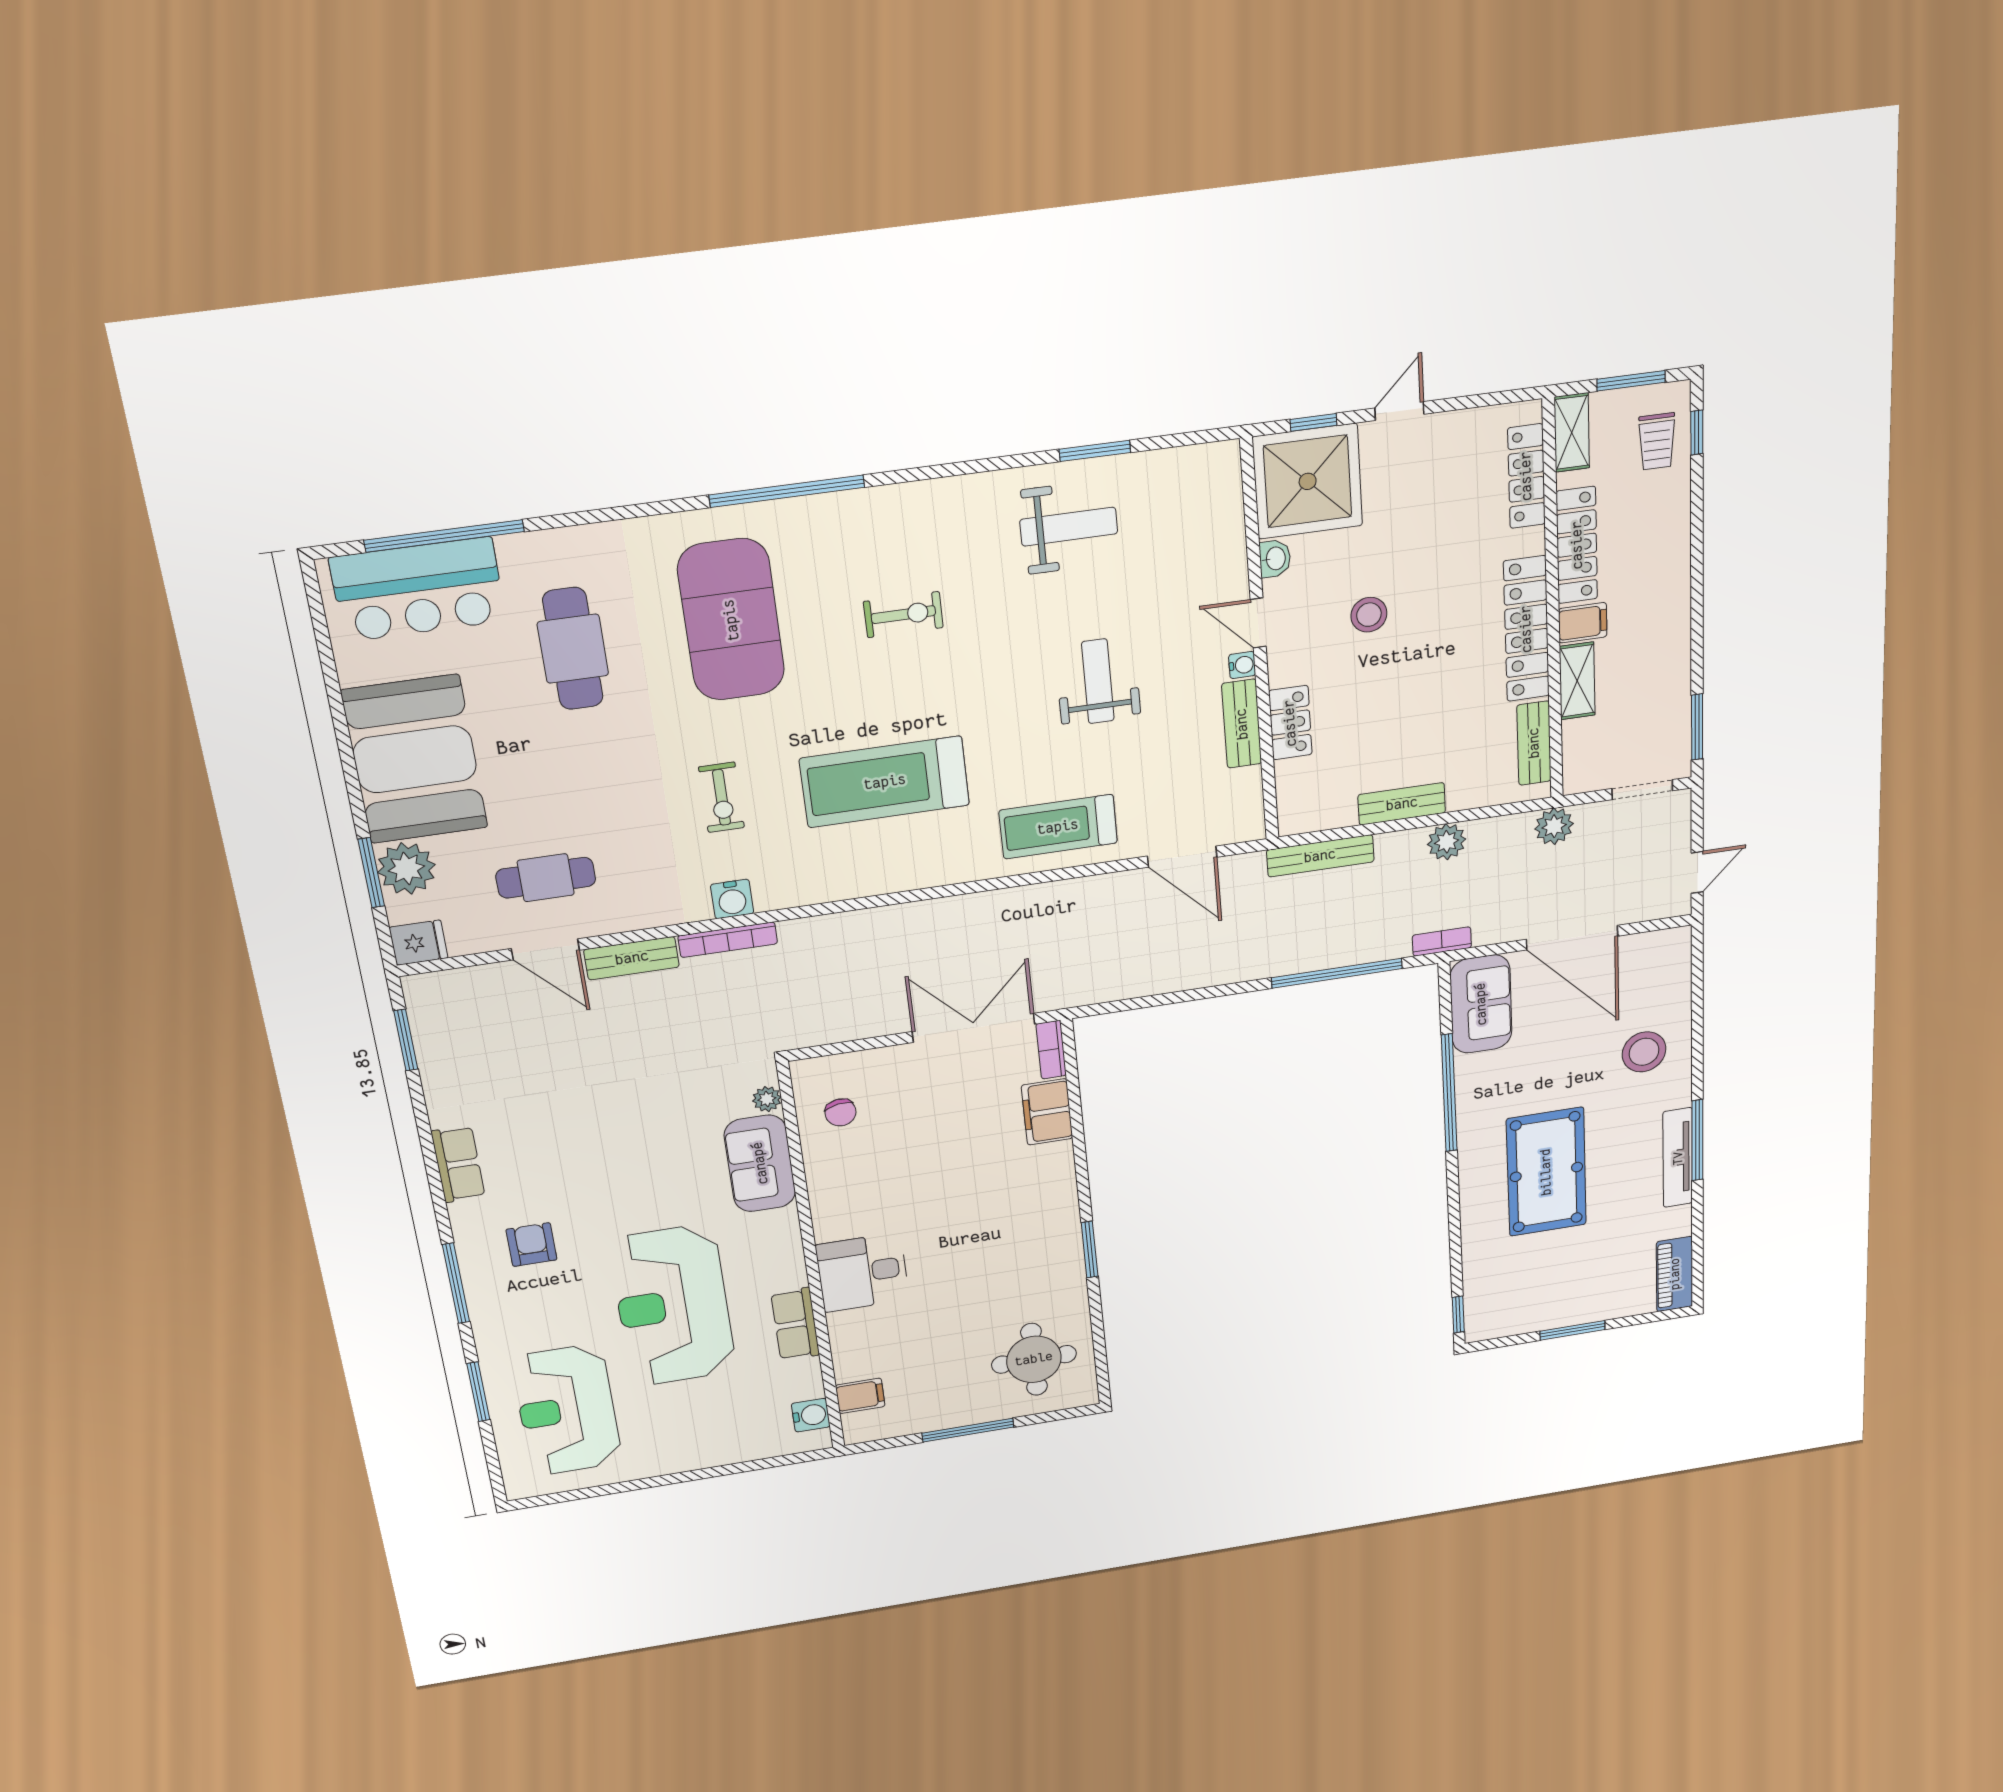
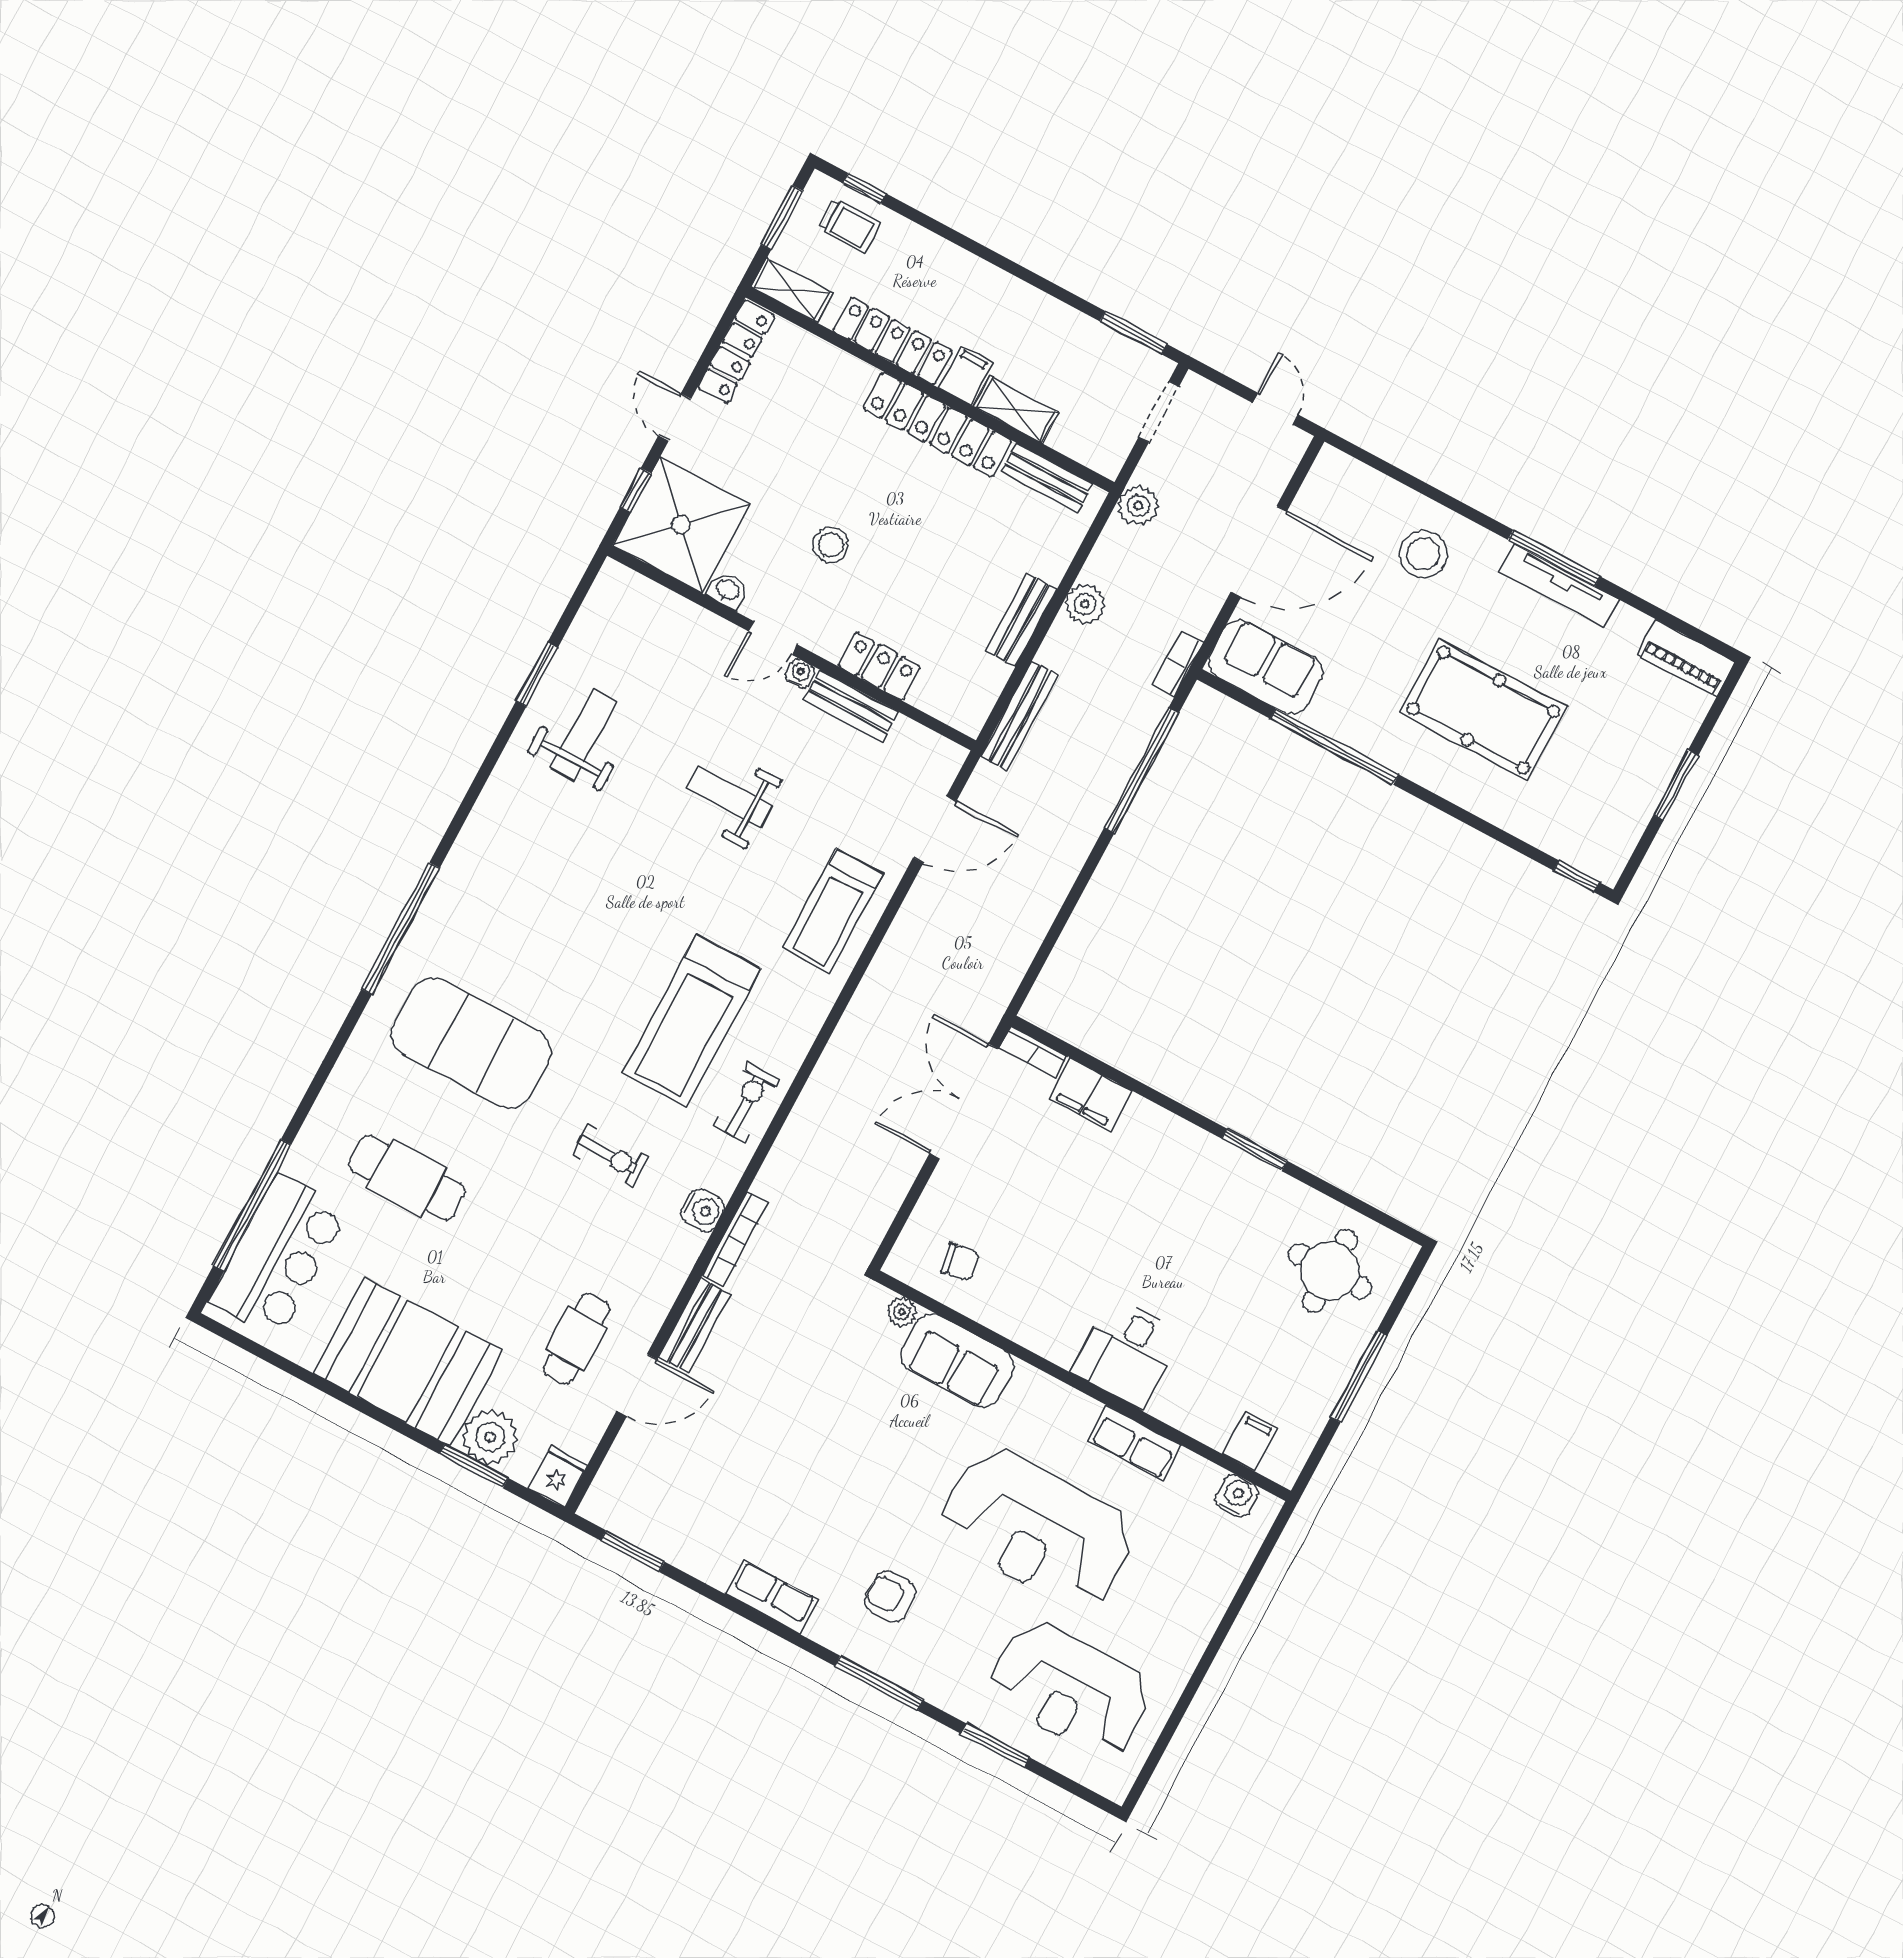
locker: (1526, 476) -> (736, 352), moved, turned -90
exercise bike: (903, 615) -> (746, 1103), moved

